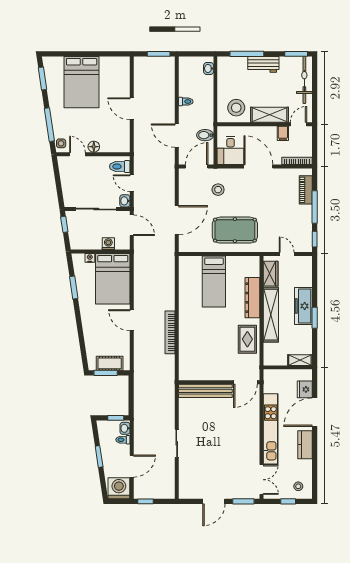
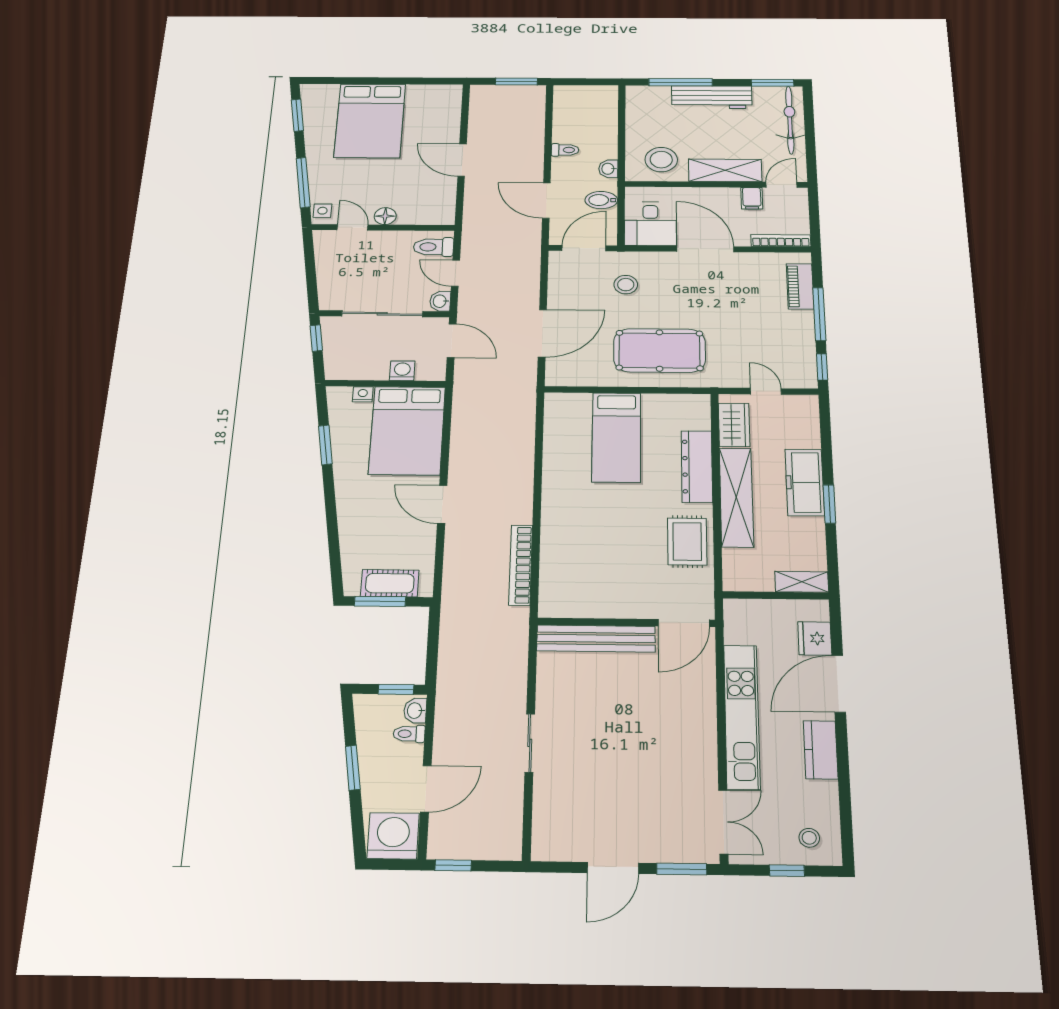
workbench: (263, 64) -> (712, 97), width x1.38
washbasin: (209, 68) -> (608, 169), moved
bookcase: (170, 332) -> (521, 565), moved

